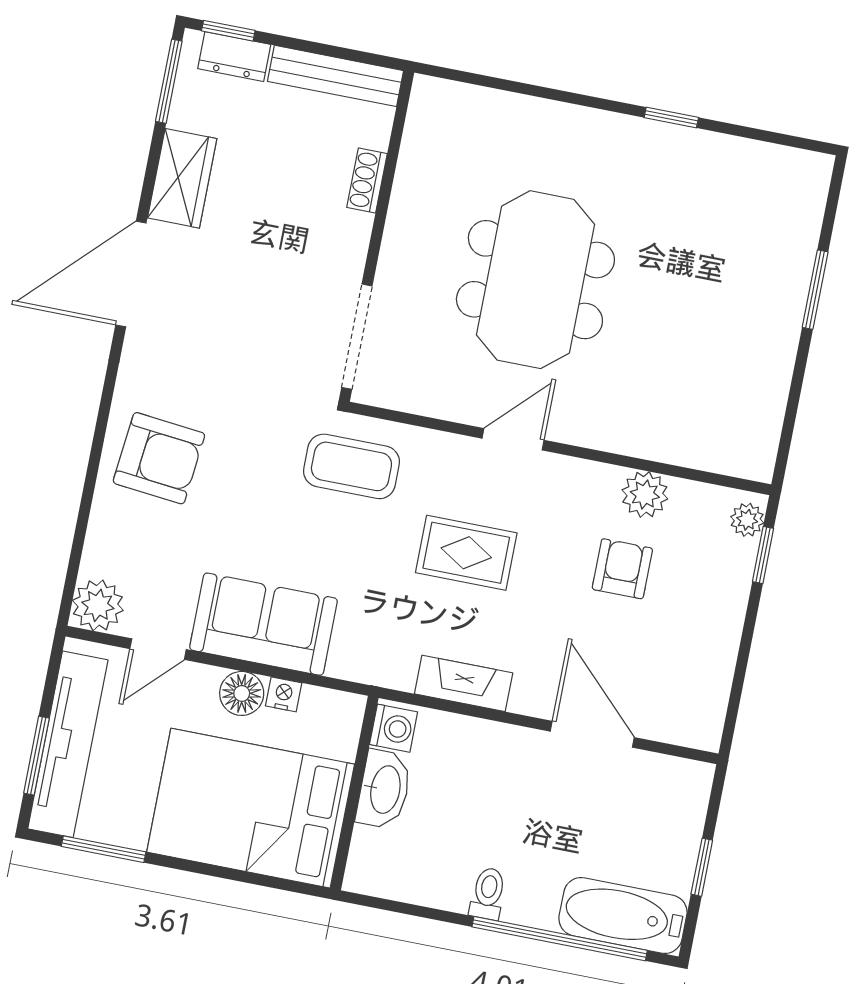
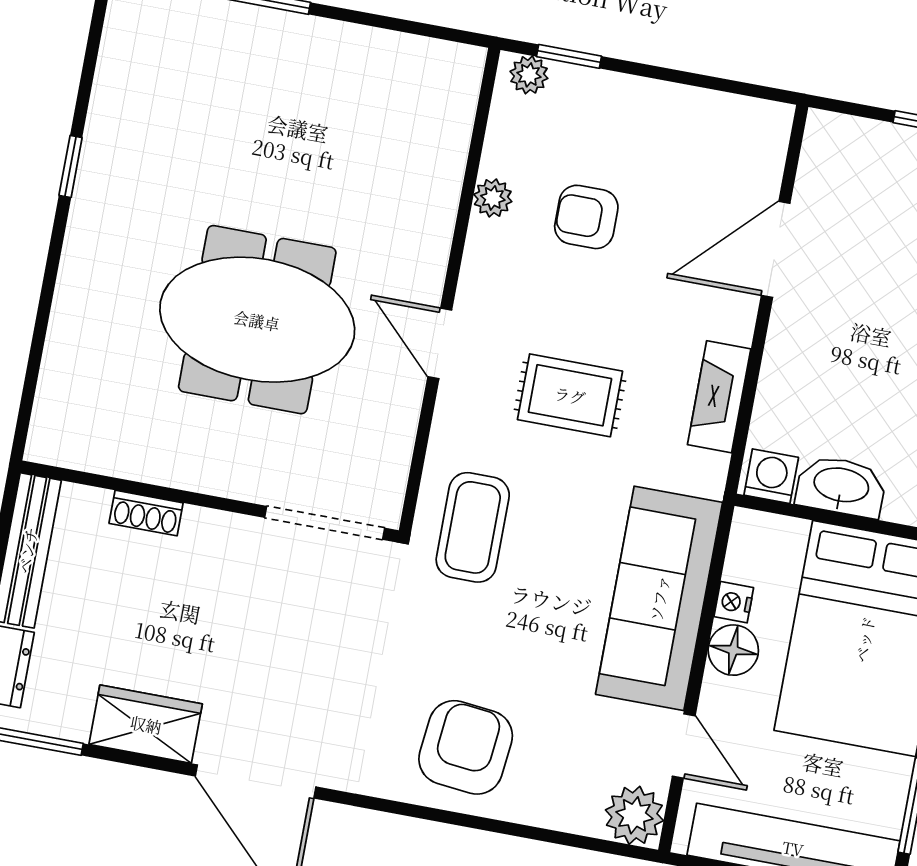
plant: (645, 494) -> (493, 198), width x0.73, depth x0.73
rug: (466, 553) -> (570, 395), turned 90
sofa: (263, 624) -> (659, 598), width x1.36

